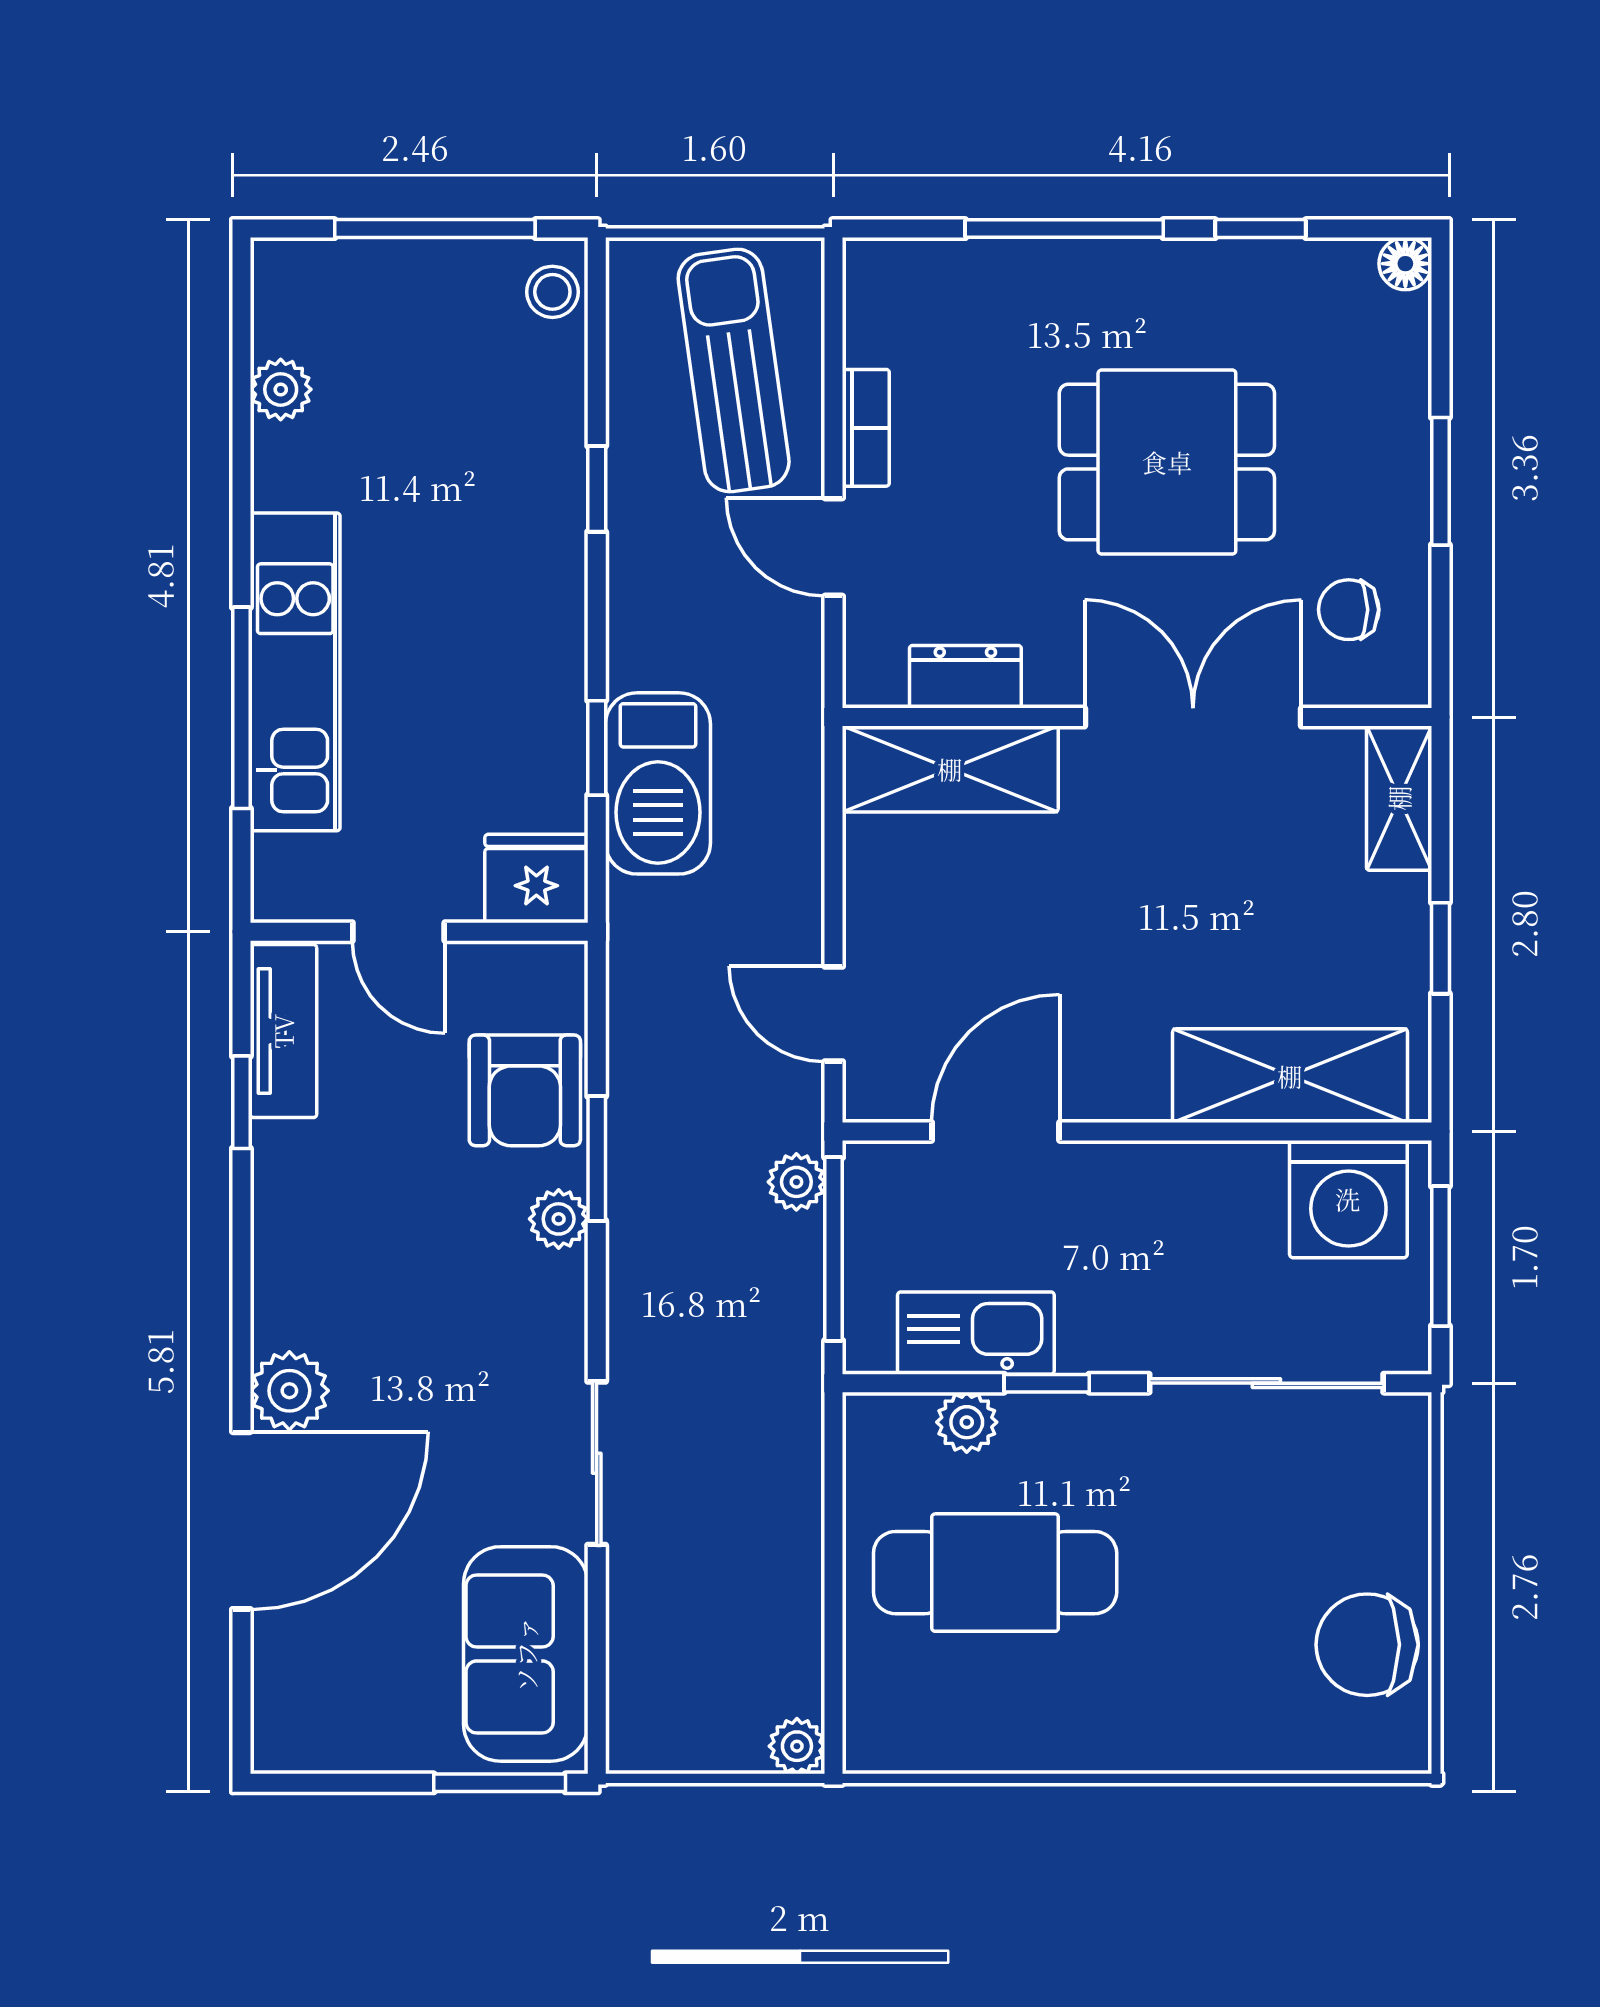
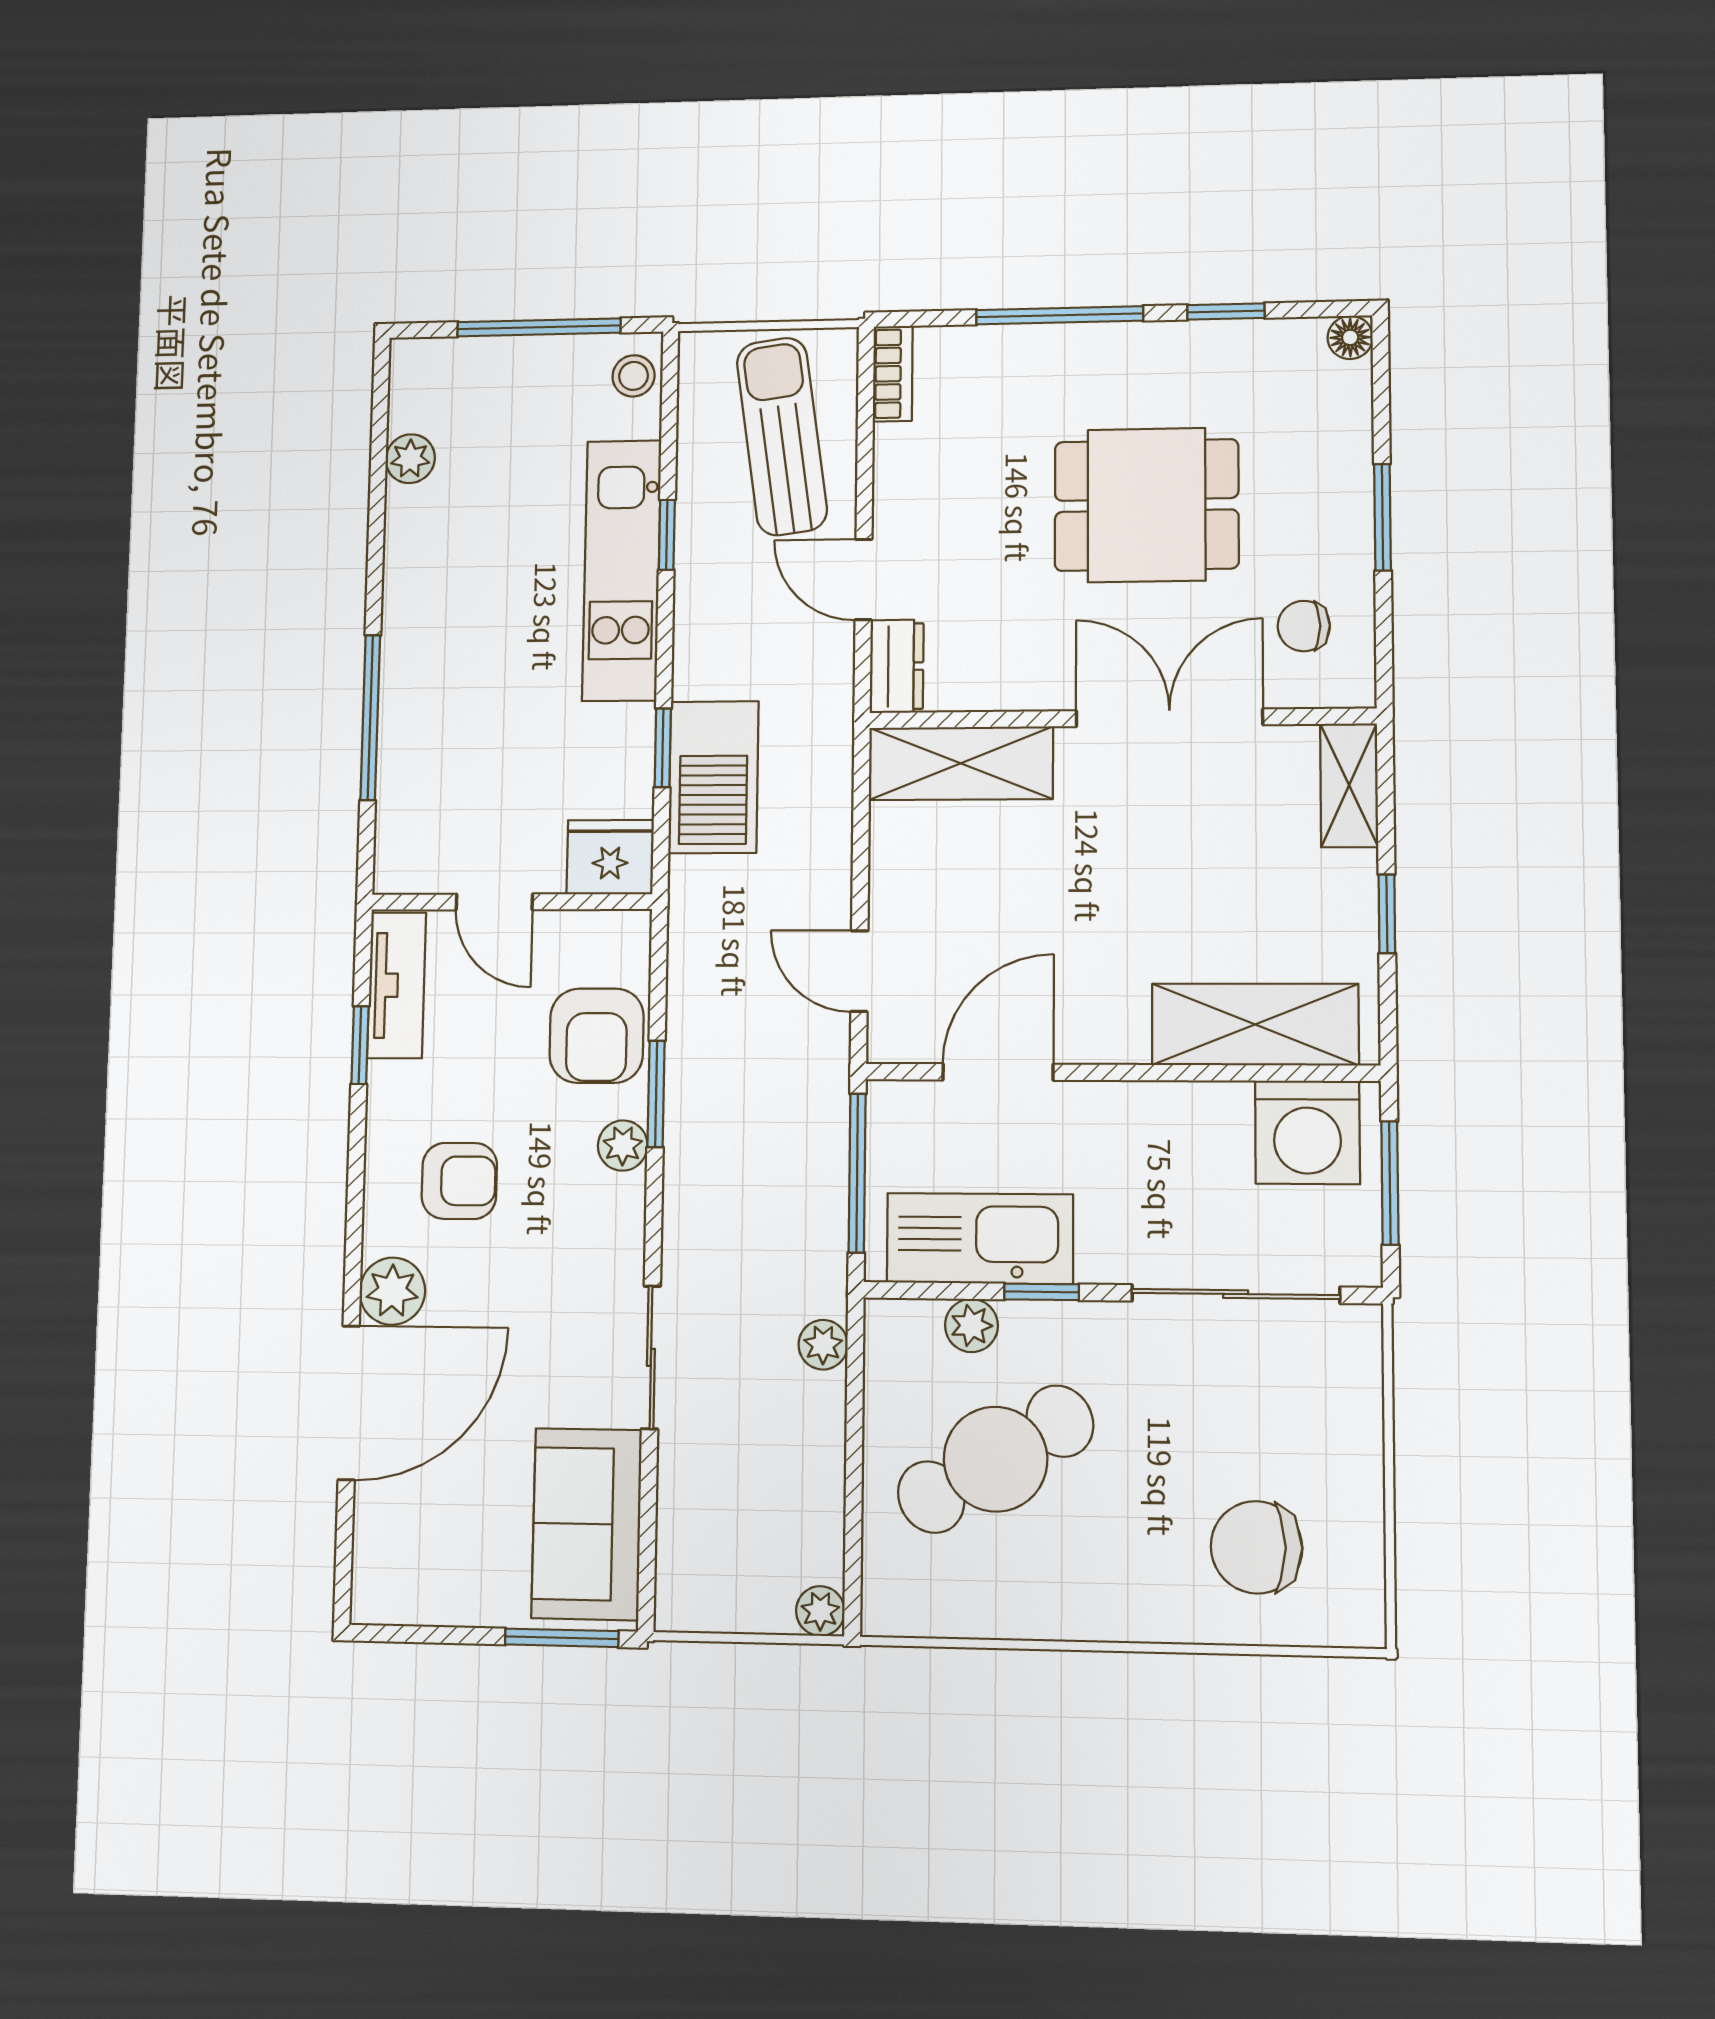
bookcase: (866, 428) -> (893, 374), moved
kitchen unit: (295, 672) -> (622, 570), moved, turned 180
dresser: (965, 677) -> (897, 666), moved, turned 90
plant: (796, 1182) -> (823, 1345), moved
armchair: (366, 1262) -> (459, 1181), added
kitchen sink: (976, 1333) -> (980, 1238), width x1.36, depth x1.24
cafe table: (995, 1573) -> (995, 1459), turned -31
chair: (1367, 1645) -> (1256, 1547), moved

